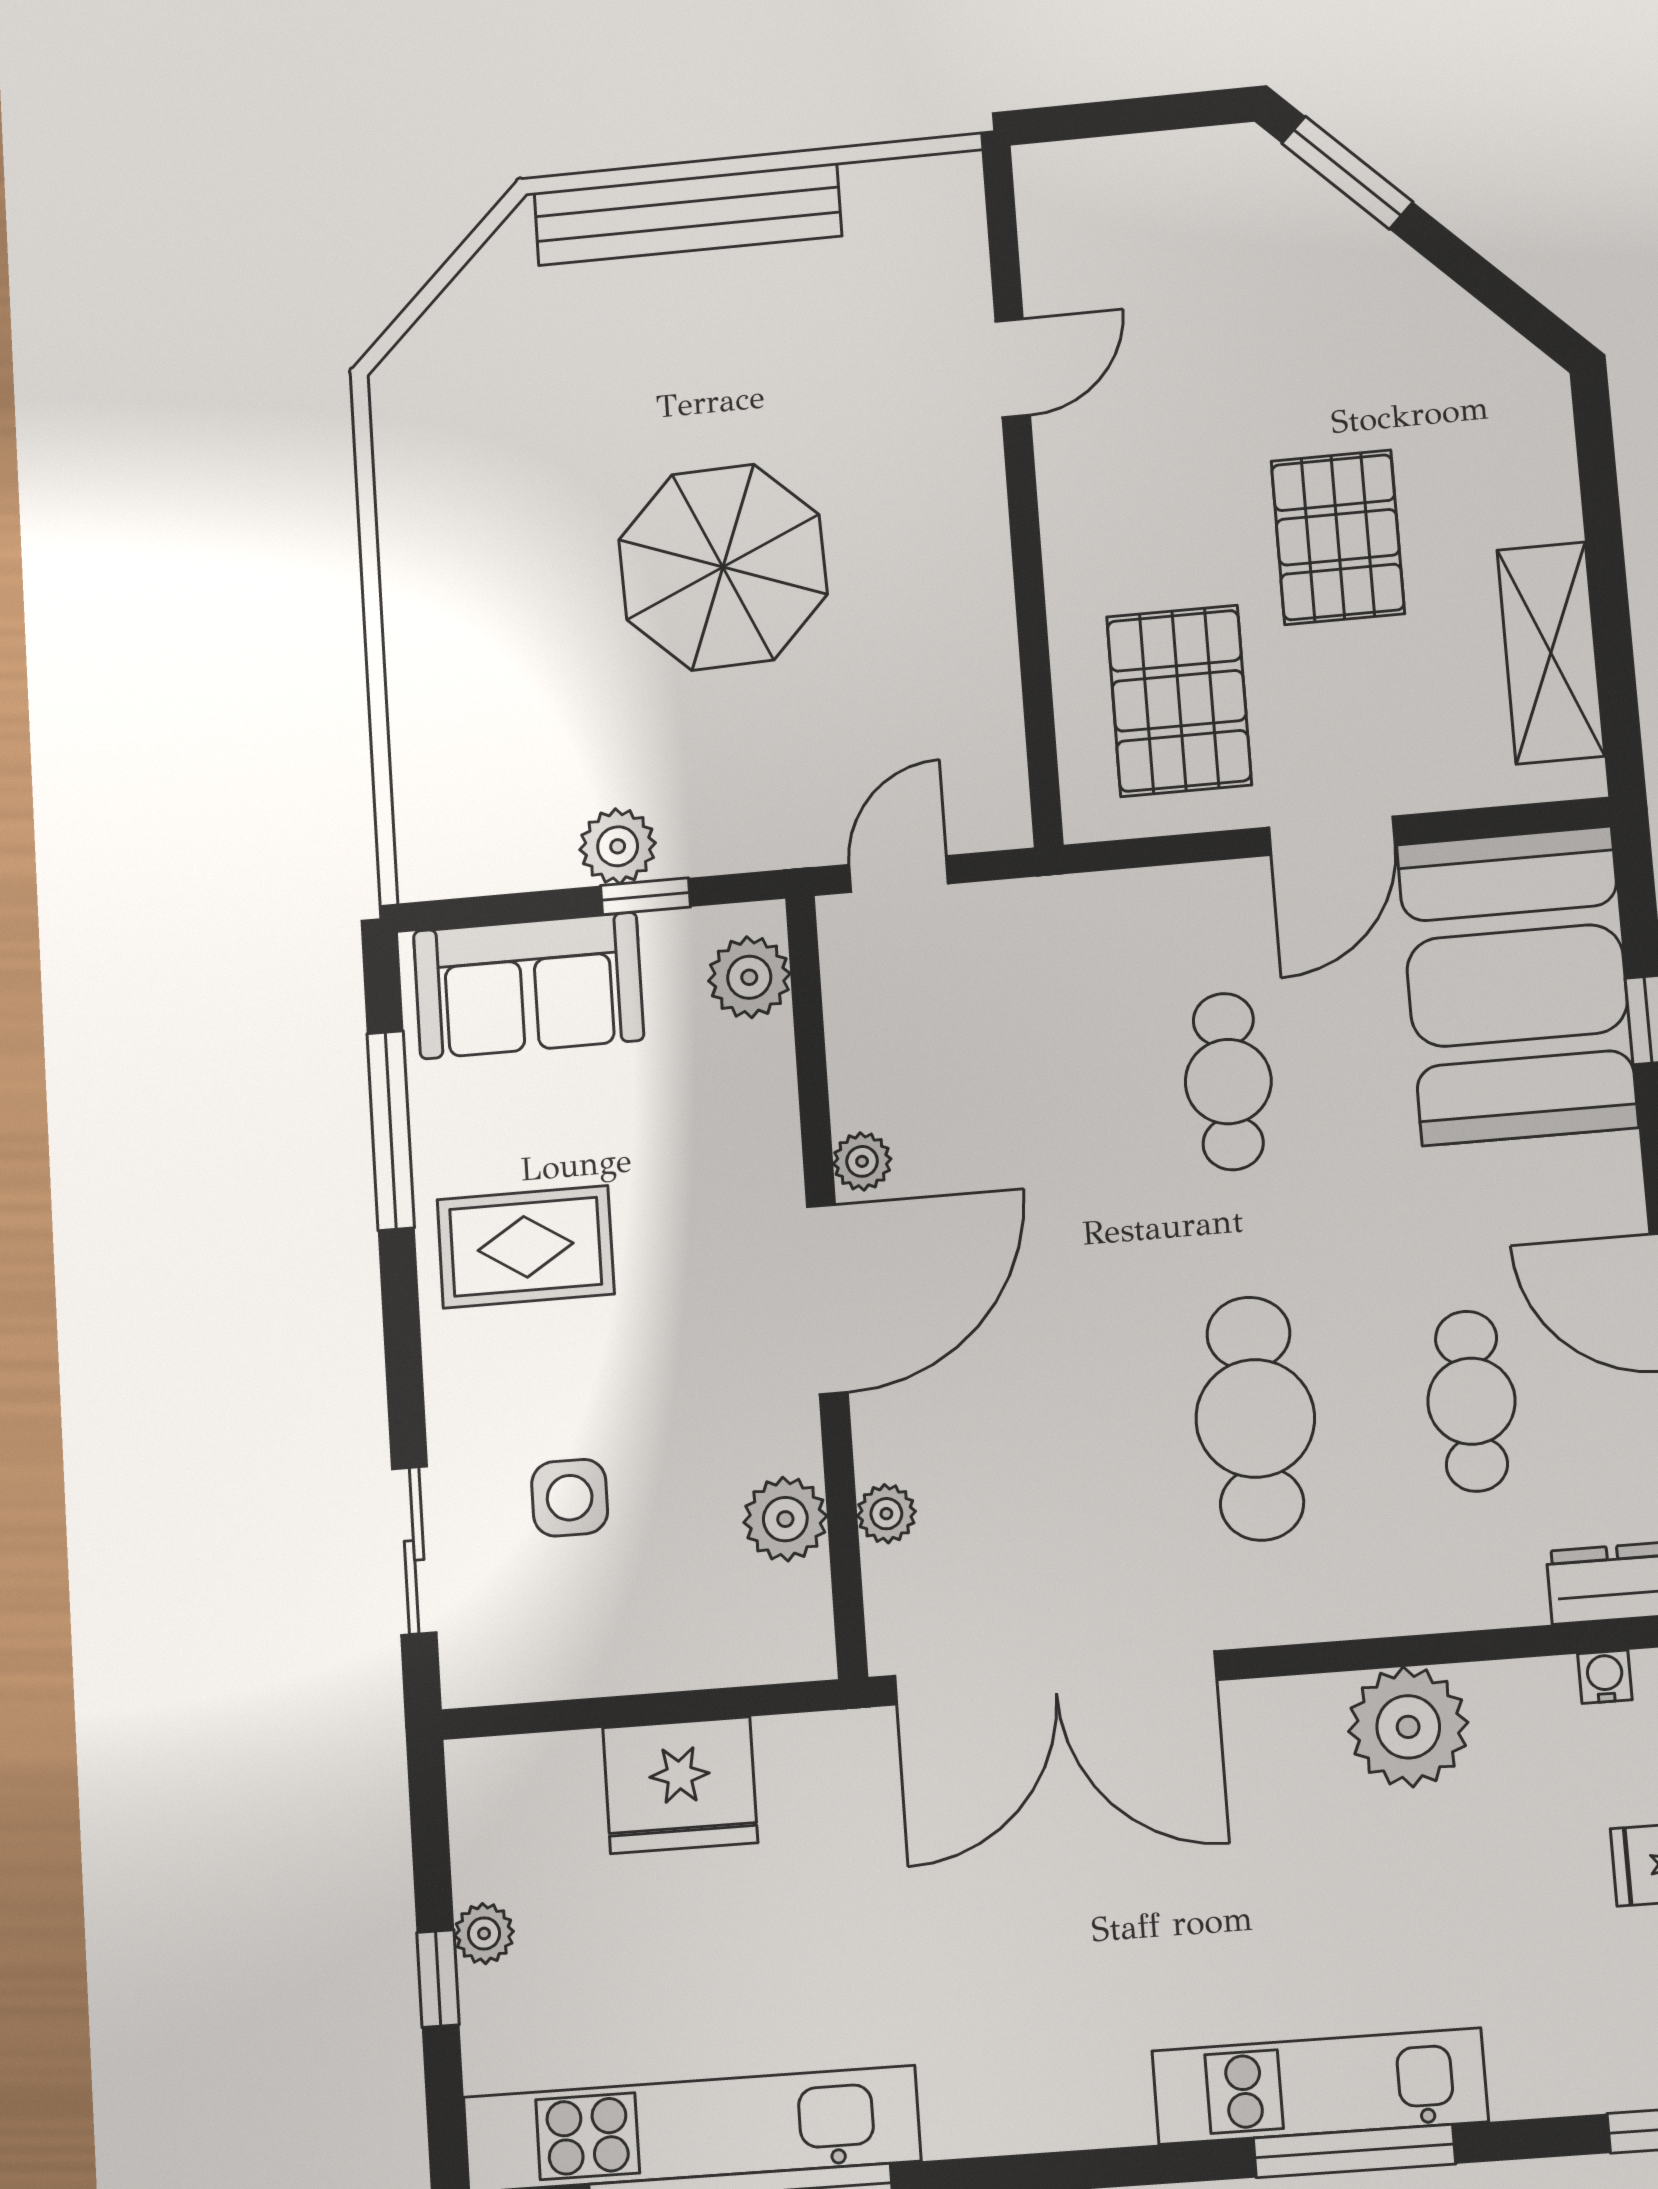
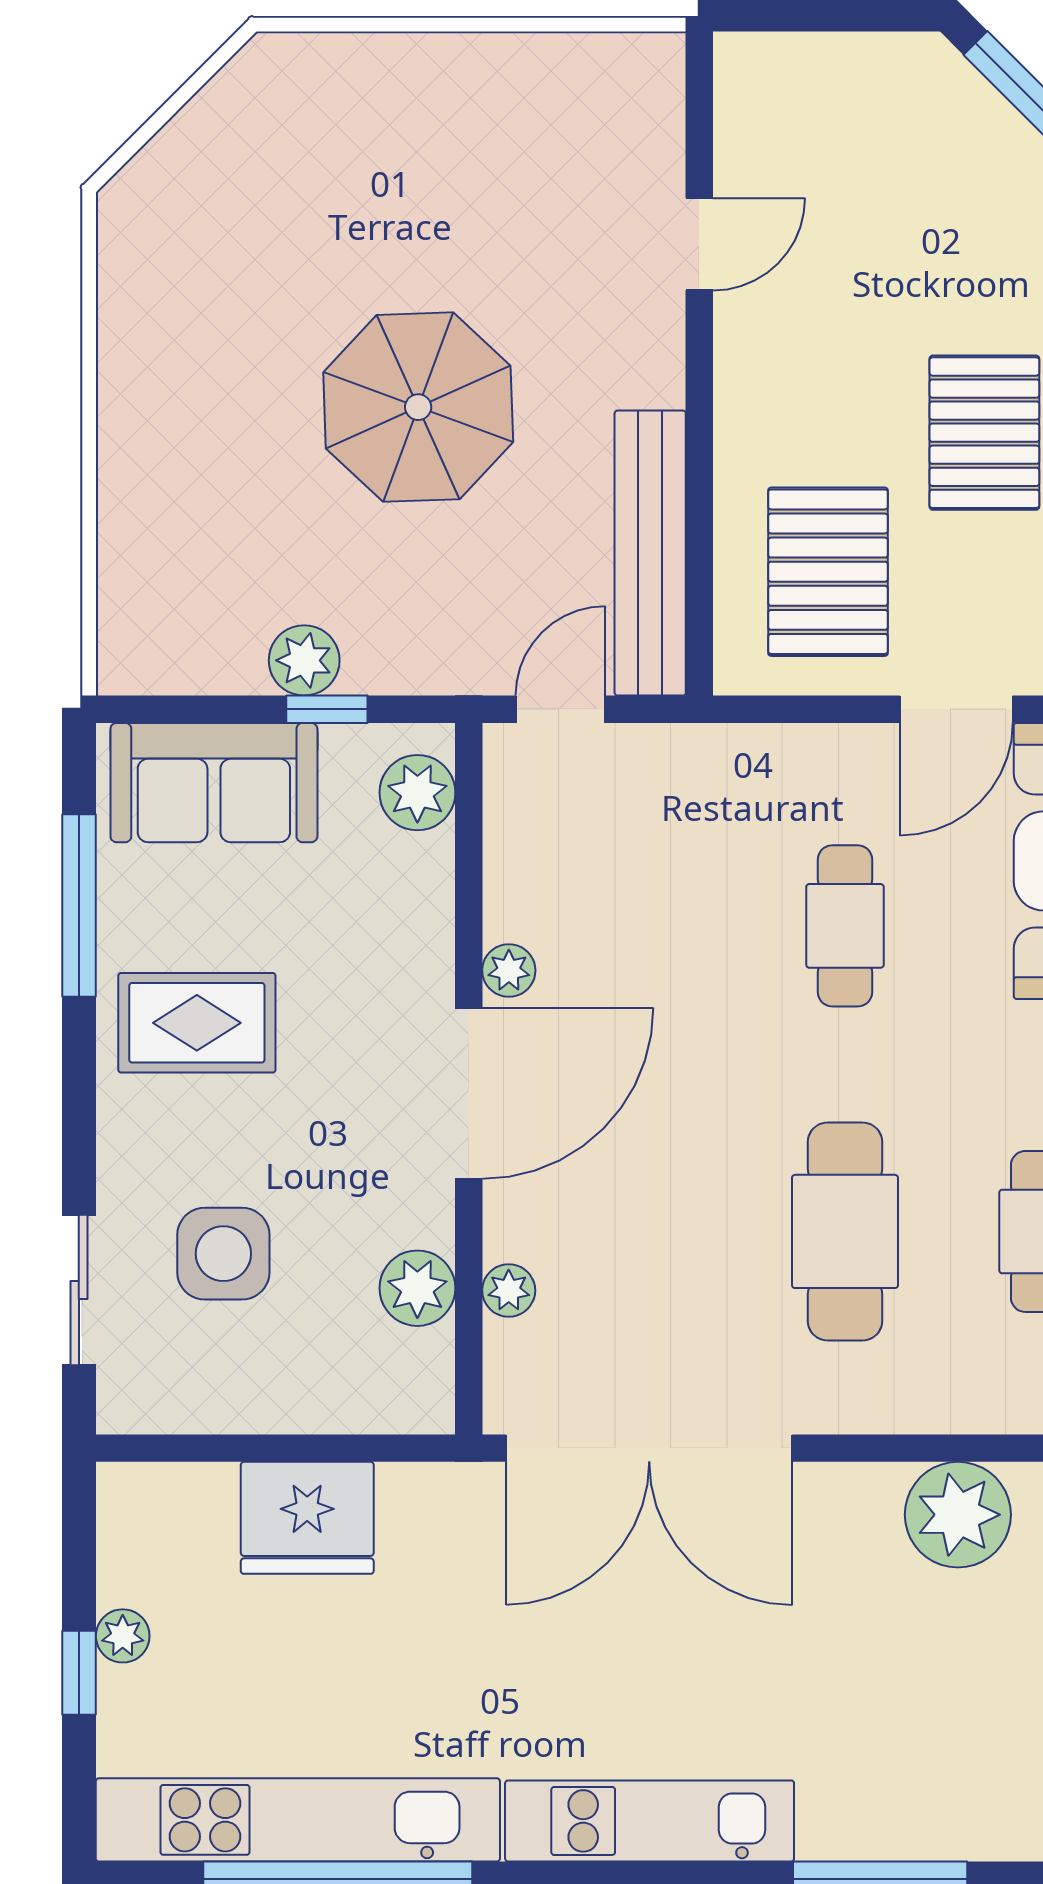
bench: (688, 214) -> (650, 553), moved, turned 90
side table: (570, 1498) -> (223, 1254), width x1.37, depth x1.37
kitchen unit: (1320, 2086) -> (650, 1821), moved

